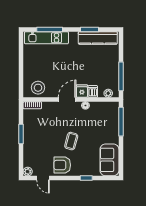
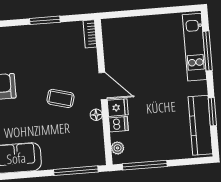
stool: (38, 88) -> (117, 40), removed
coffee table: (71, 141) -> (60, 98), moved

